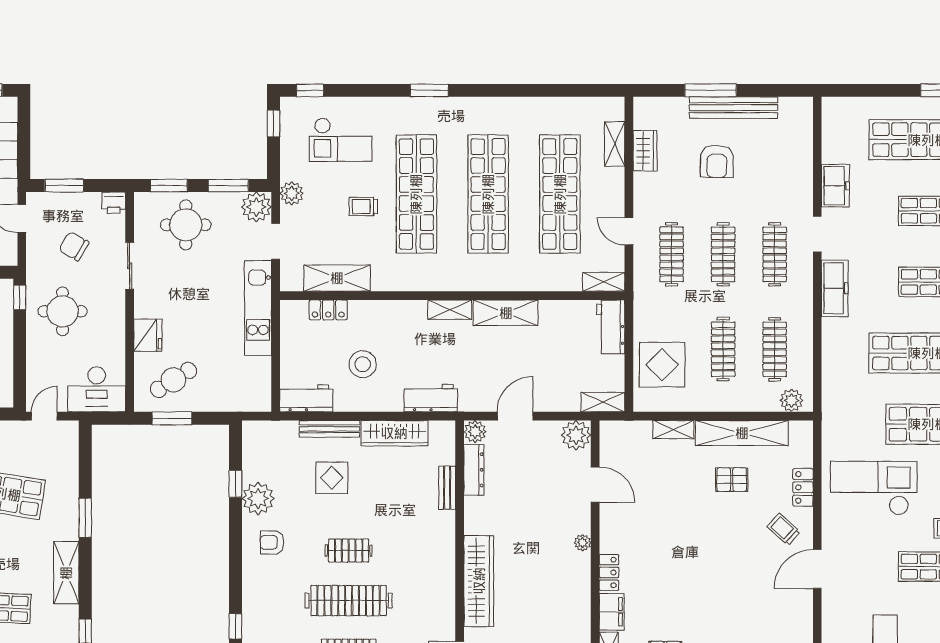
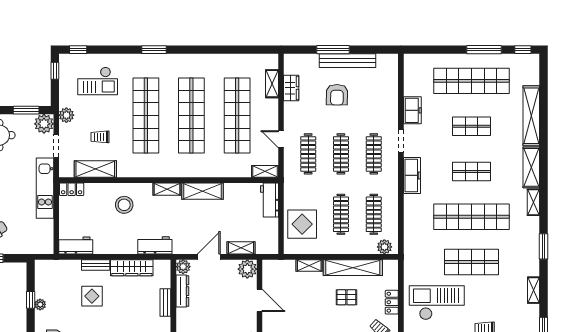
trolley: (363, 207) -> (100, 137), moved
locker: (328, 310) -> (72, 189), moved
stool: (363, 364) -> (124, 205), moved
shelving: (603, 402) -> (241, 248), moved
bench: (329, 429) -> (96, 265), width x0.73
plant: (258, 499) -> (40, 304), width x0.53, depth x0.53

